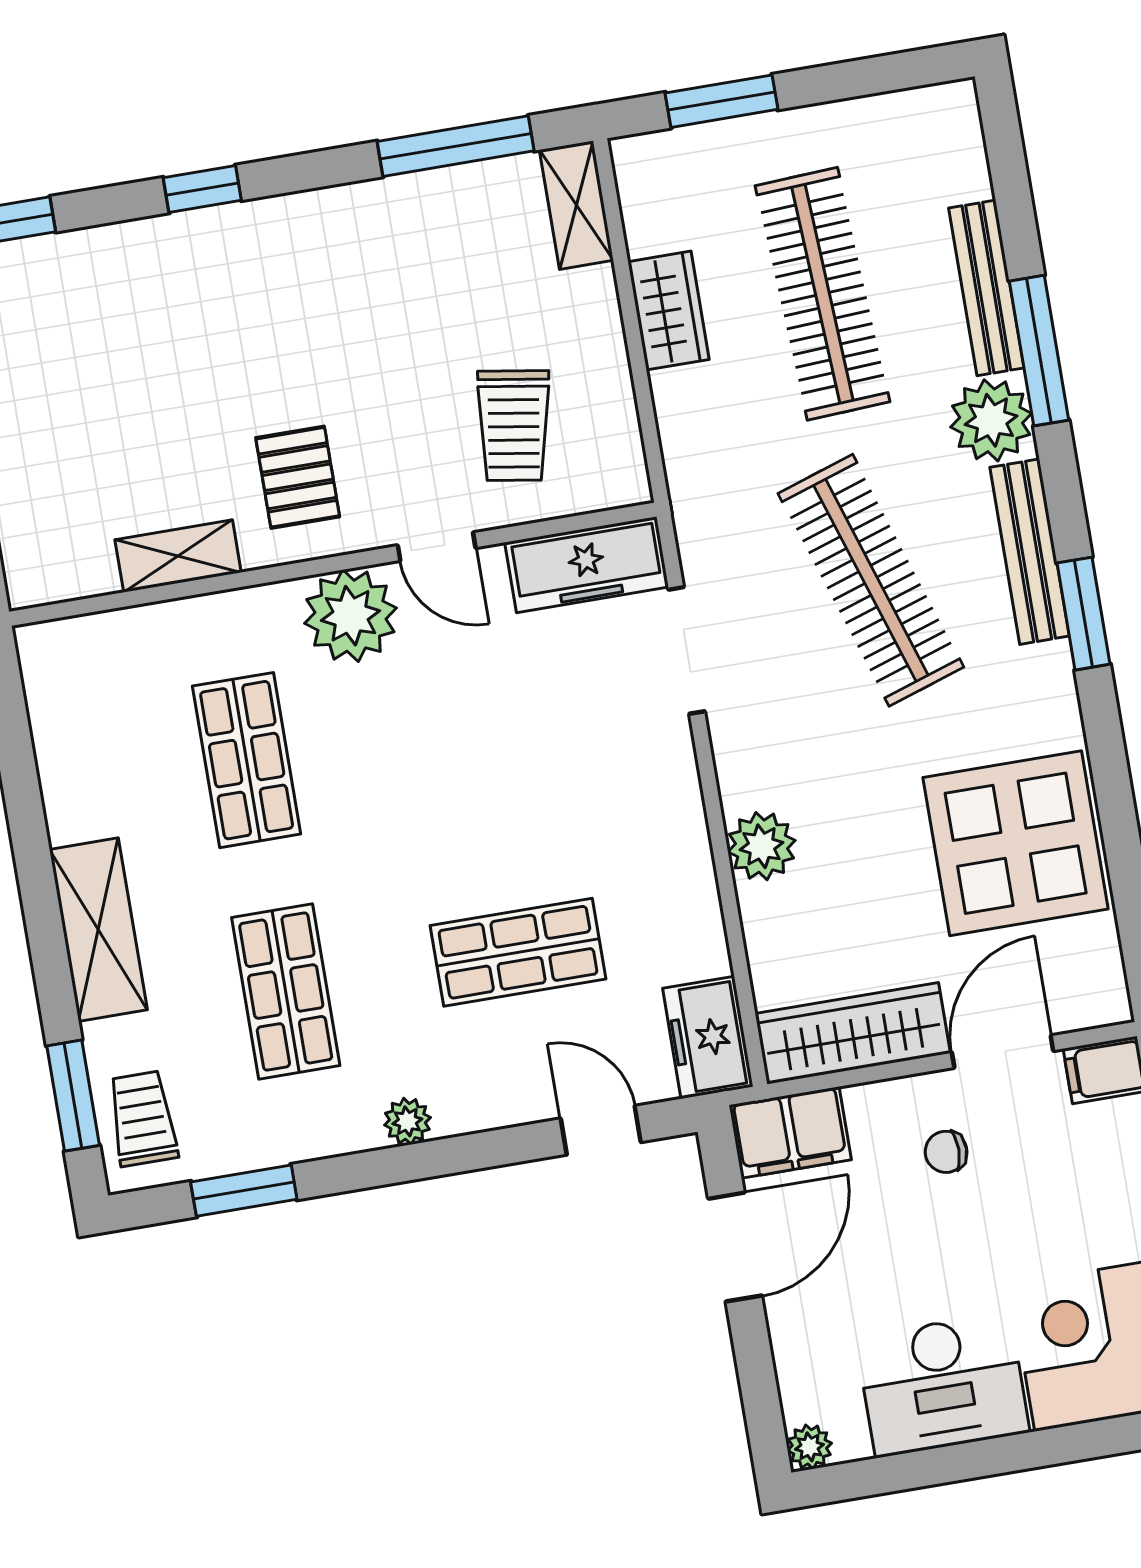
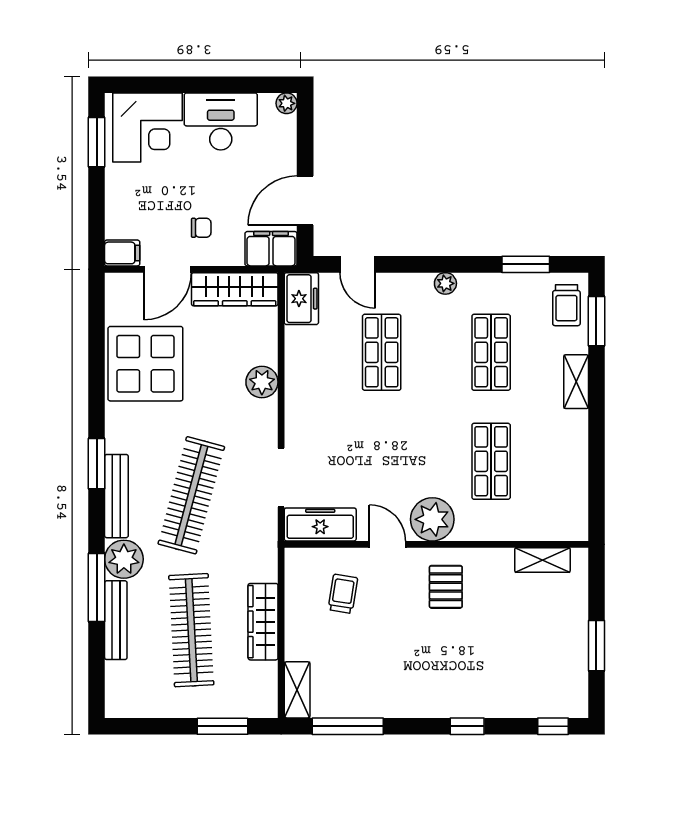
wardrobe: (669, 311) -> (263, 622), width x1.50
trolley: (514, 426) -> (343, 594), width x0.73, depth x0.72
shelving: (178, 556) -> (542, 560), moved
clothes rail: (871, 580) -> (191, 495), turned 33
shelving: (98, 930) -> (576, 382), width x0.67, depth x0.75
shop shelf: (518, 952) -> (382, 352), turned 90

